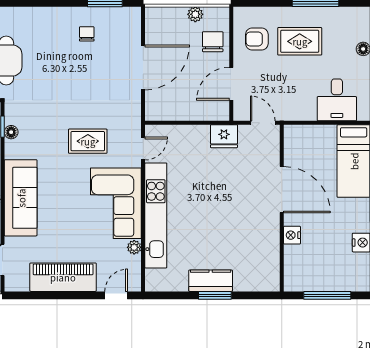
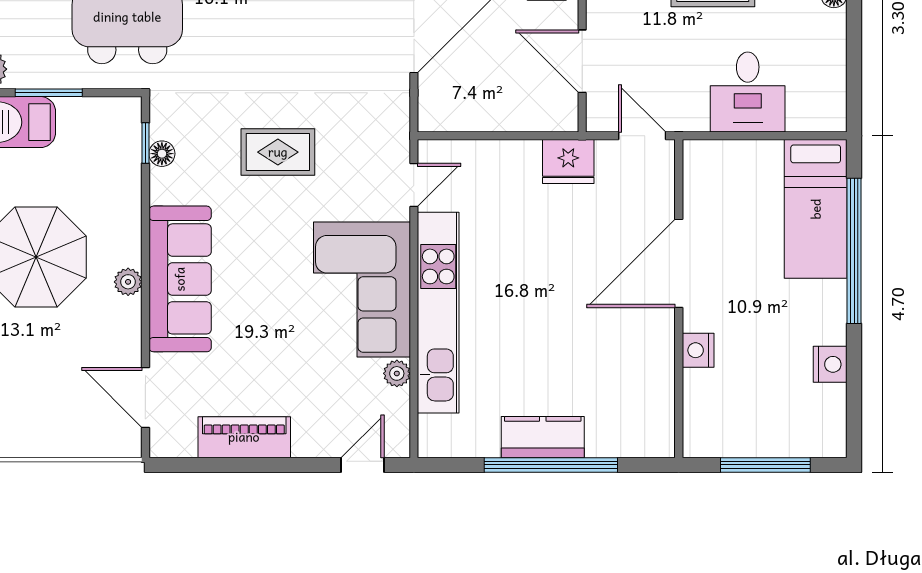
door: (231, 84) -> (582, 61), hinge flipped
desk: (337, 100) -> (748, 92), moved
rug: (88, 141) -> (278, 152), moved
door: (282, 190) -> (679, 263), swing flipped
piano: (63, 277) -> (244, 437), width x0.73, depth x0.75
window: (215, 295) -> (551, 465), width x2.11

